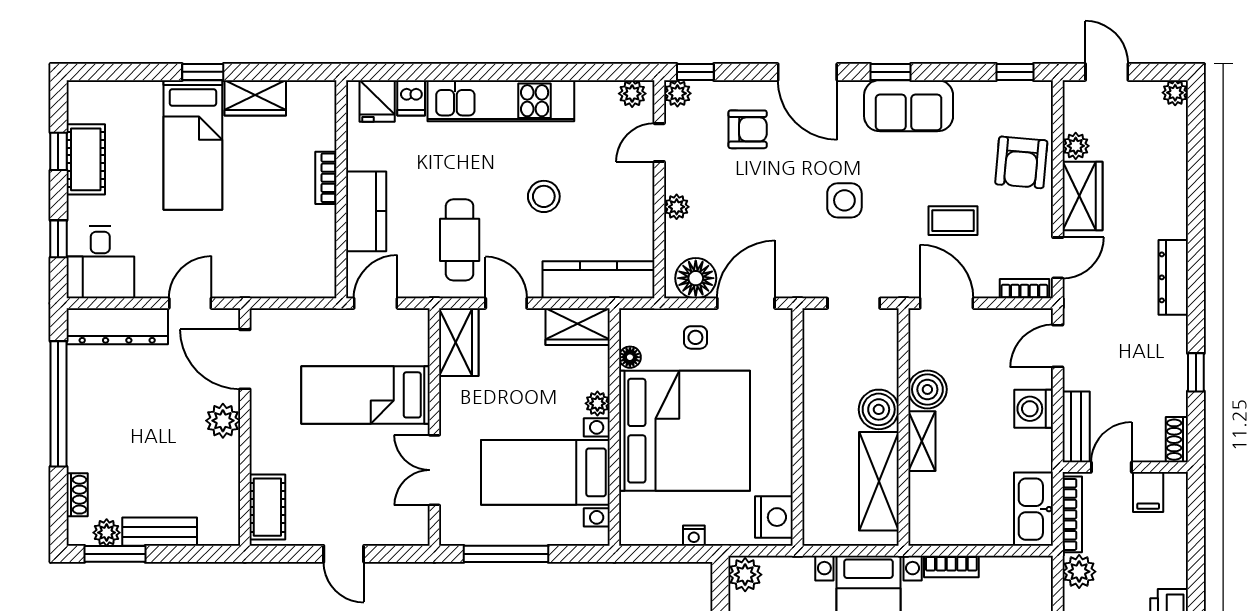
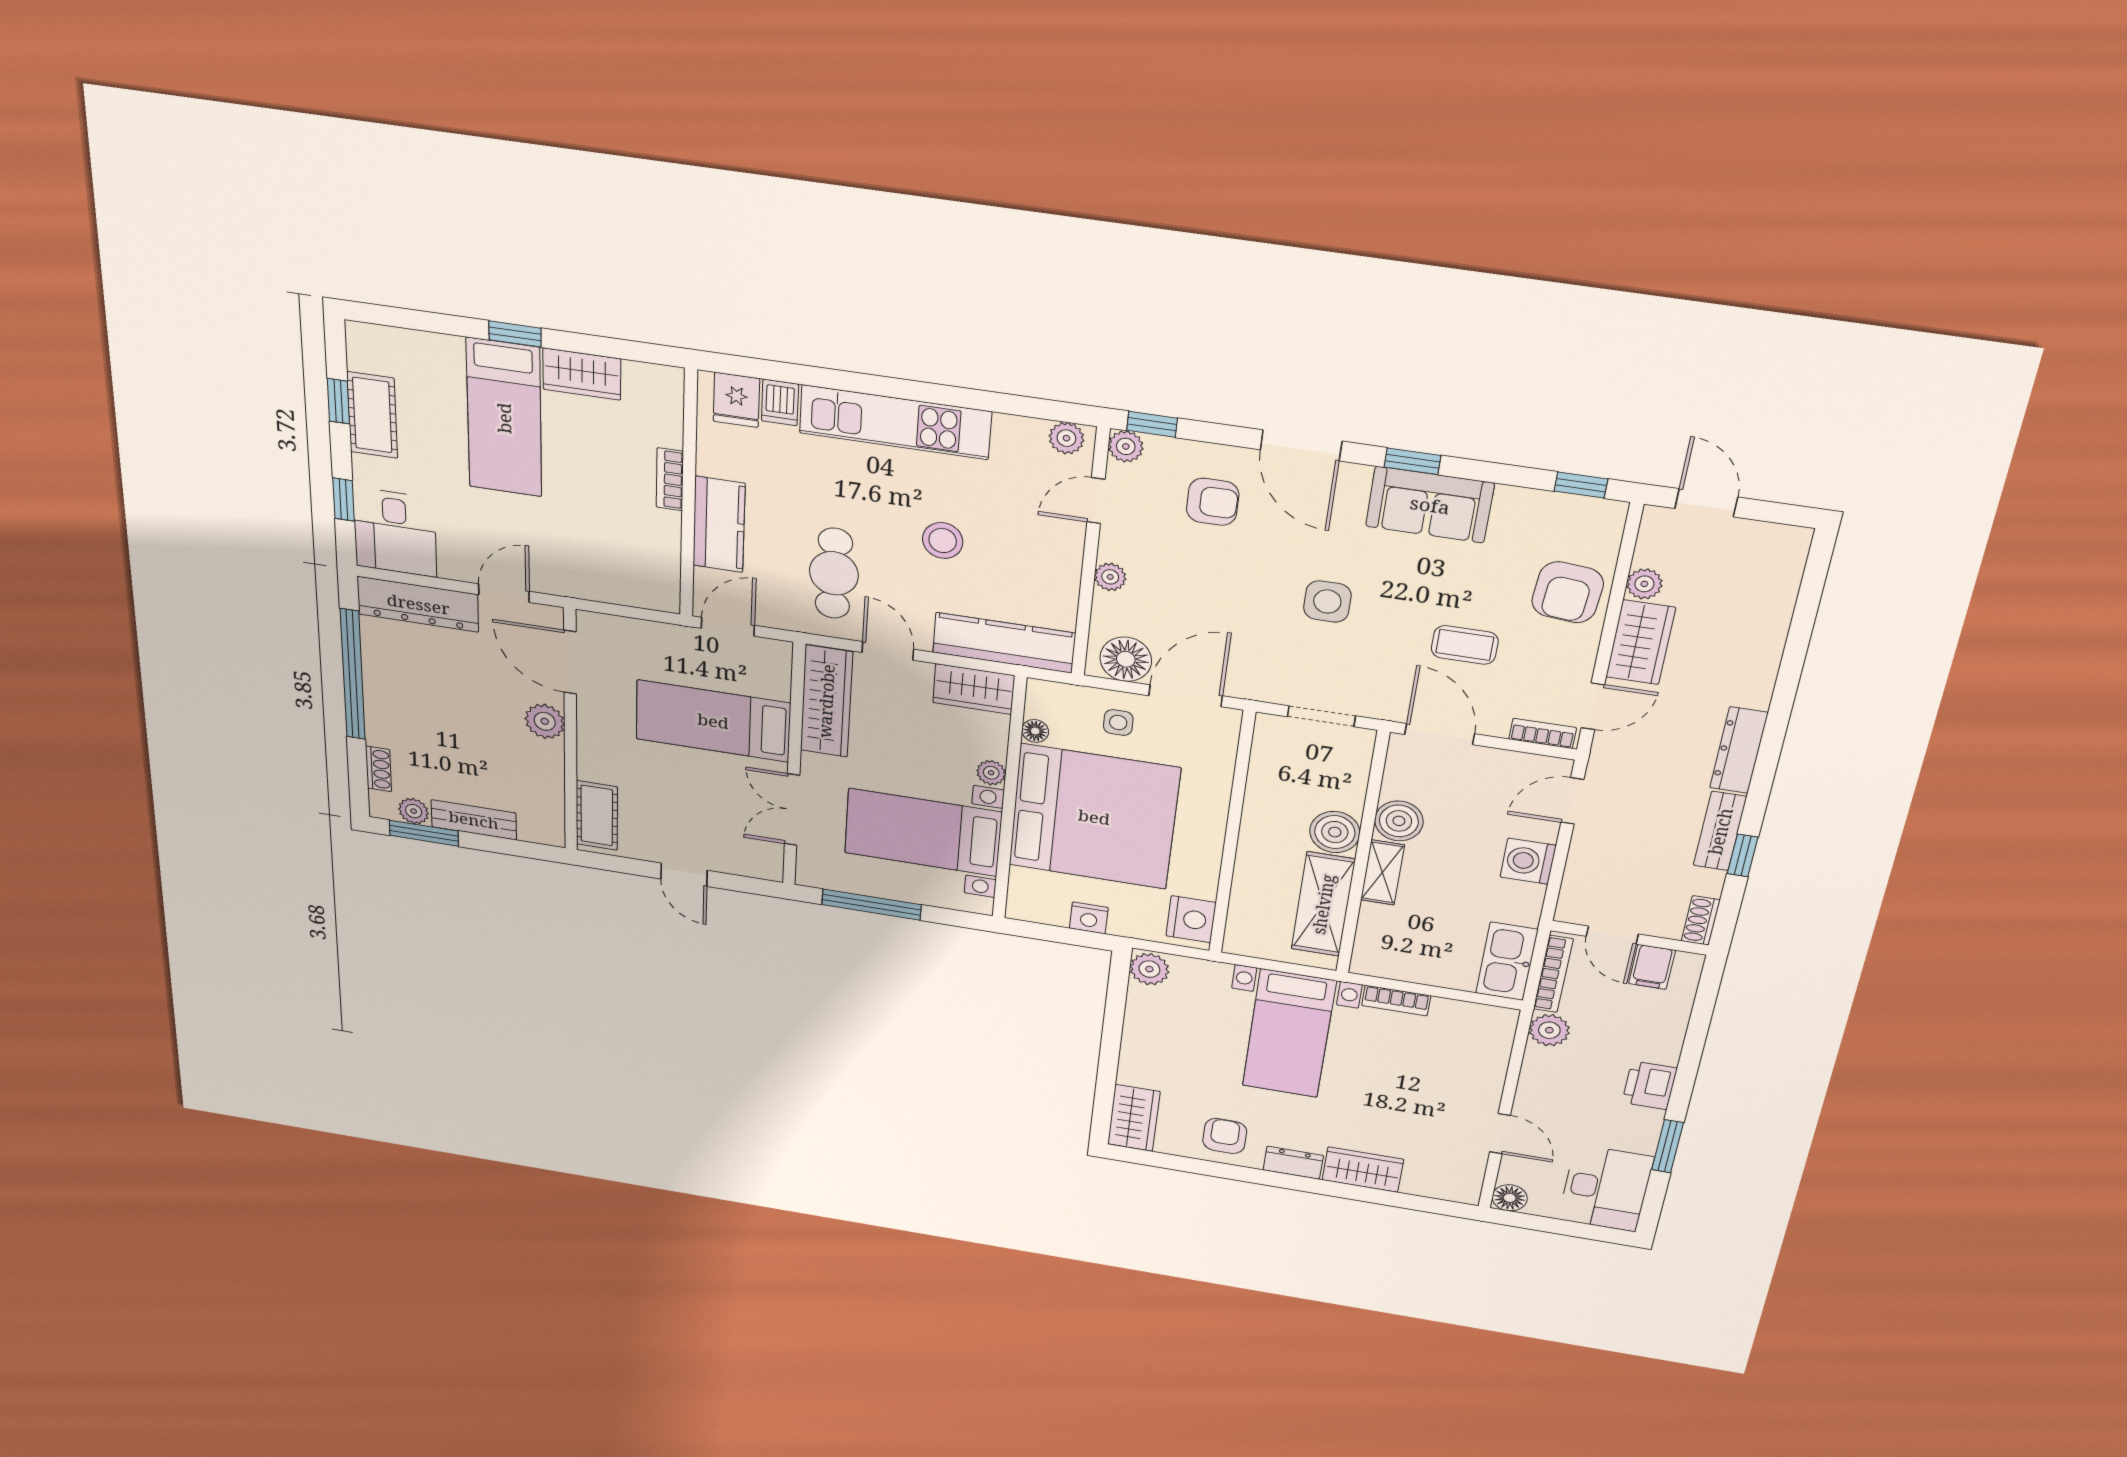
plant: (1175, 93) -> (1794, 541), removed
wardrobe: (459, 343) -> (826, 701), width x1.50
bench: (1076, 427) -> (1720, 831), moved
door: (1111, 467) -> (1612, 935), swing flipped
nightstand: (694, 536) -> (1089, 918), width x1.39, depth x1.35

